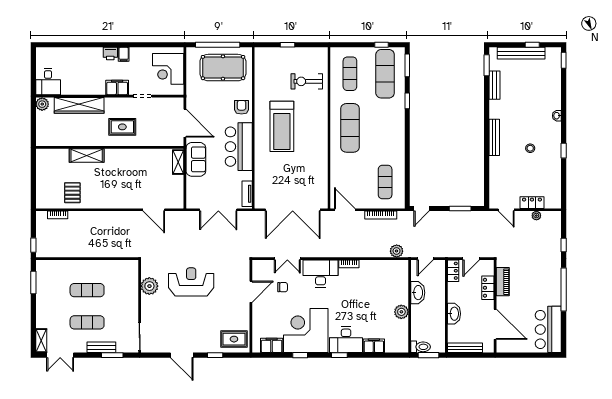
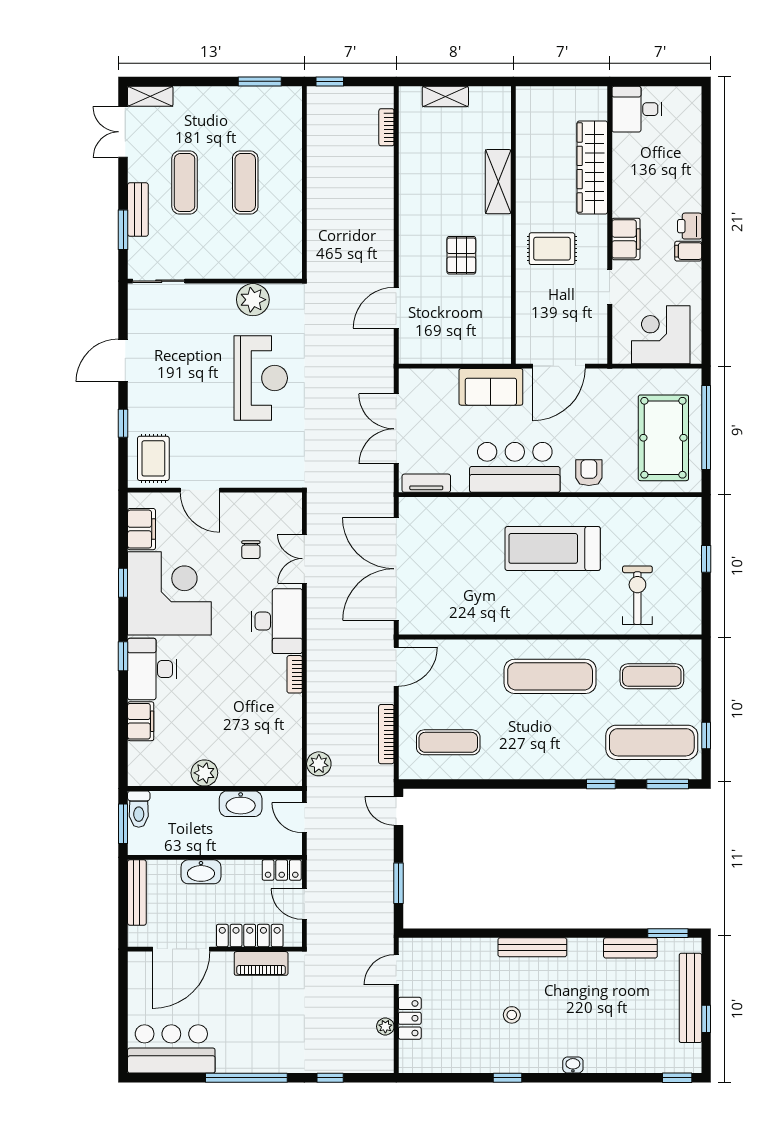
plant: (42, 104) -> (595, 98), removed
armchair: (242, 107) -> (589, 473), turned -90
rug: (122, 127) -> (552, 249), turned 90
shelving: (178, 162) -> (445, 96), moved
pallet: (72, 193) -> (461, 255), moved, turned 90
locker: (488, 288) -> (250, 936), width x1.53
door: (251, 292) -> (200, 490), moved

